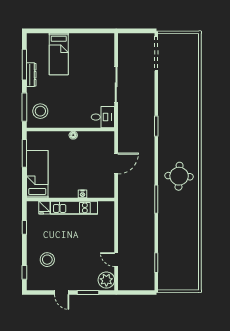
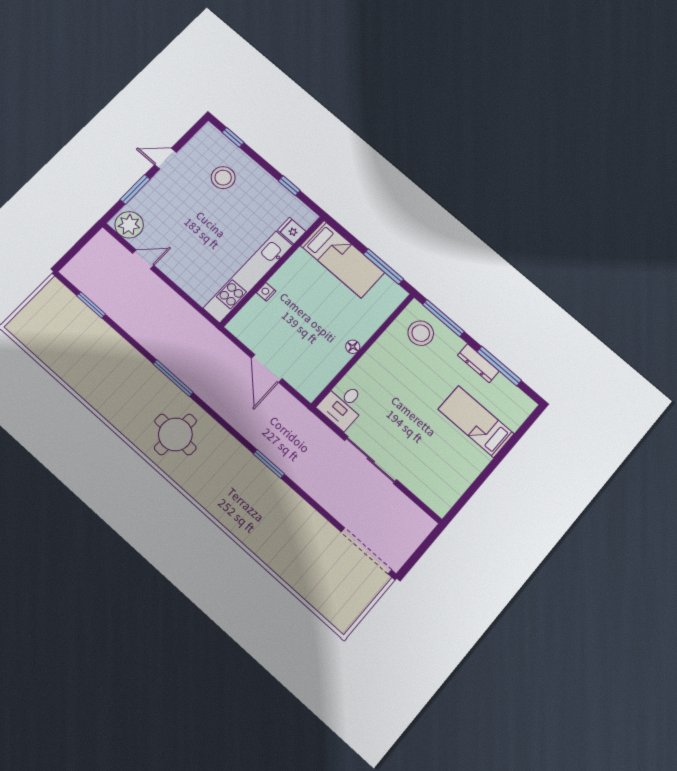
kitchen unit: (74, 208) -> (248, 276), width x1.36

